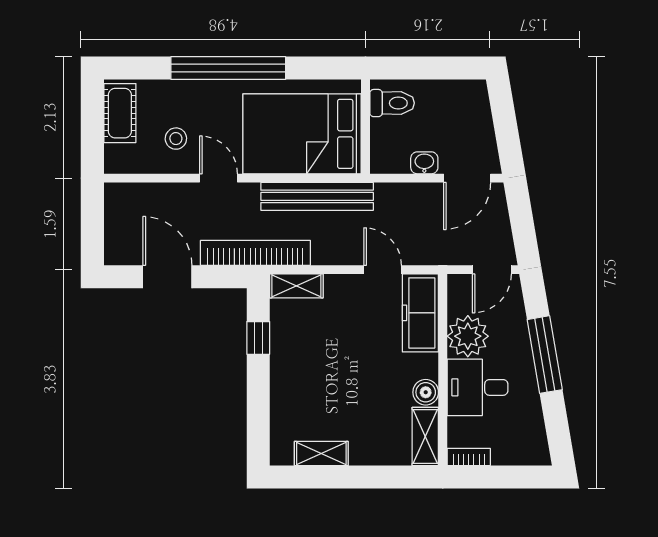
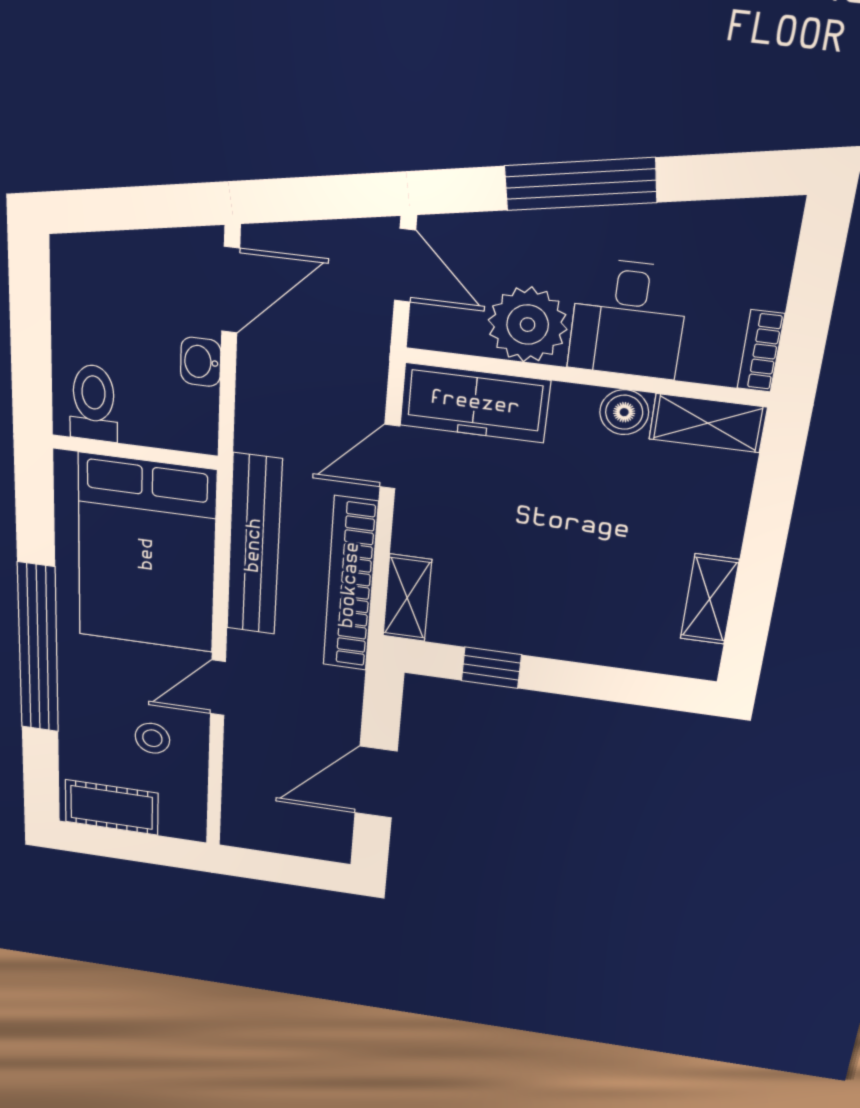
door: (467, 178) -> (231, 290), hinge flipped
bookcase: (255, 253) -> (350, 585), moved

